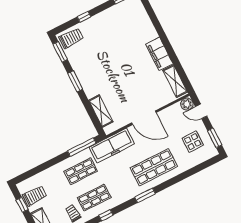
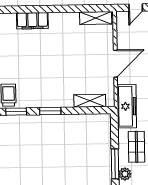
filing cabinet: (159, 54) -> (32, 21), moved
plant: (187, 104) -> (125, 174), moved
window: (82, 147) -> (115, 164), moved

